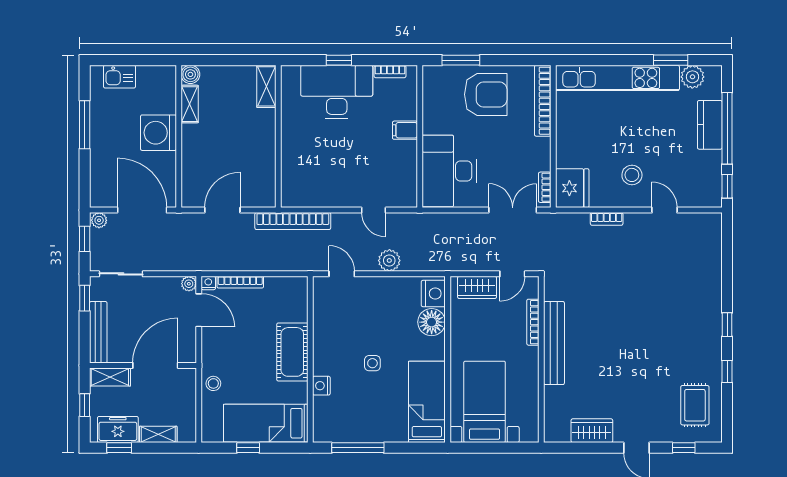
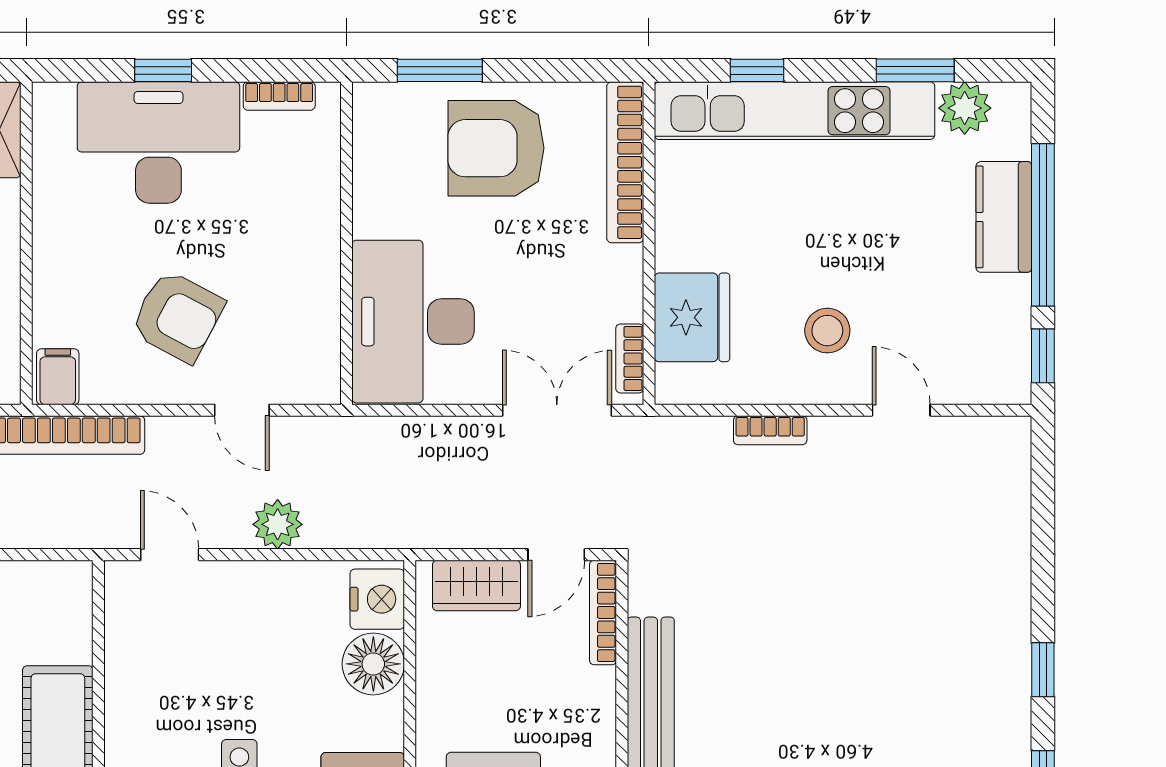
window: (601, 60) -> (757, 70), added
armchair: (486, 94) -> (496, 148), turned 180
filing cabinet: (405, 130) -> (58, 377), moved, turned 90
armchair: (345, 169) -> (177, 316), added
fridge: (572, 188) -> (692, 317), moved
bookcase: (533, 322) -> (603, 612), moved

